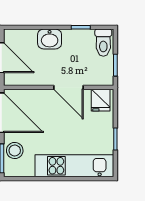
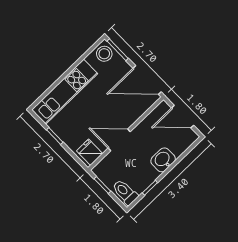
stool: (15, 151) -> (104, 54), moved

